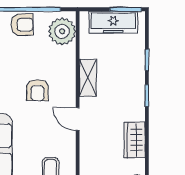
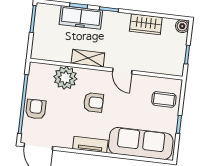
freezer: (113, 22) -> (81, 17), moved, turned 90
plant: (62, 31) -> (65, 78), moved
door: (78, 119) -> (122, 71), hinge flipped

